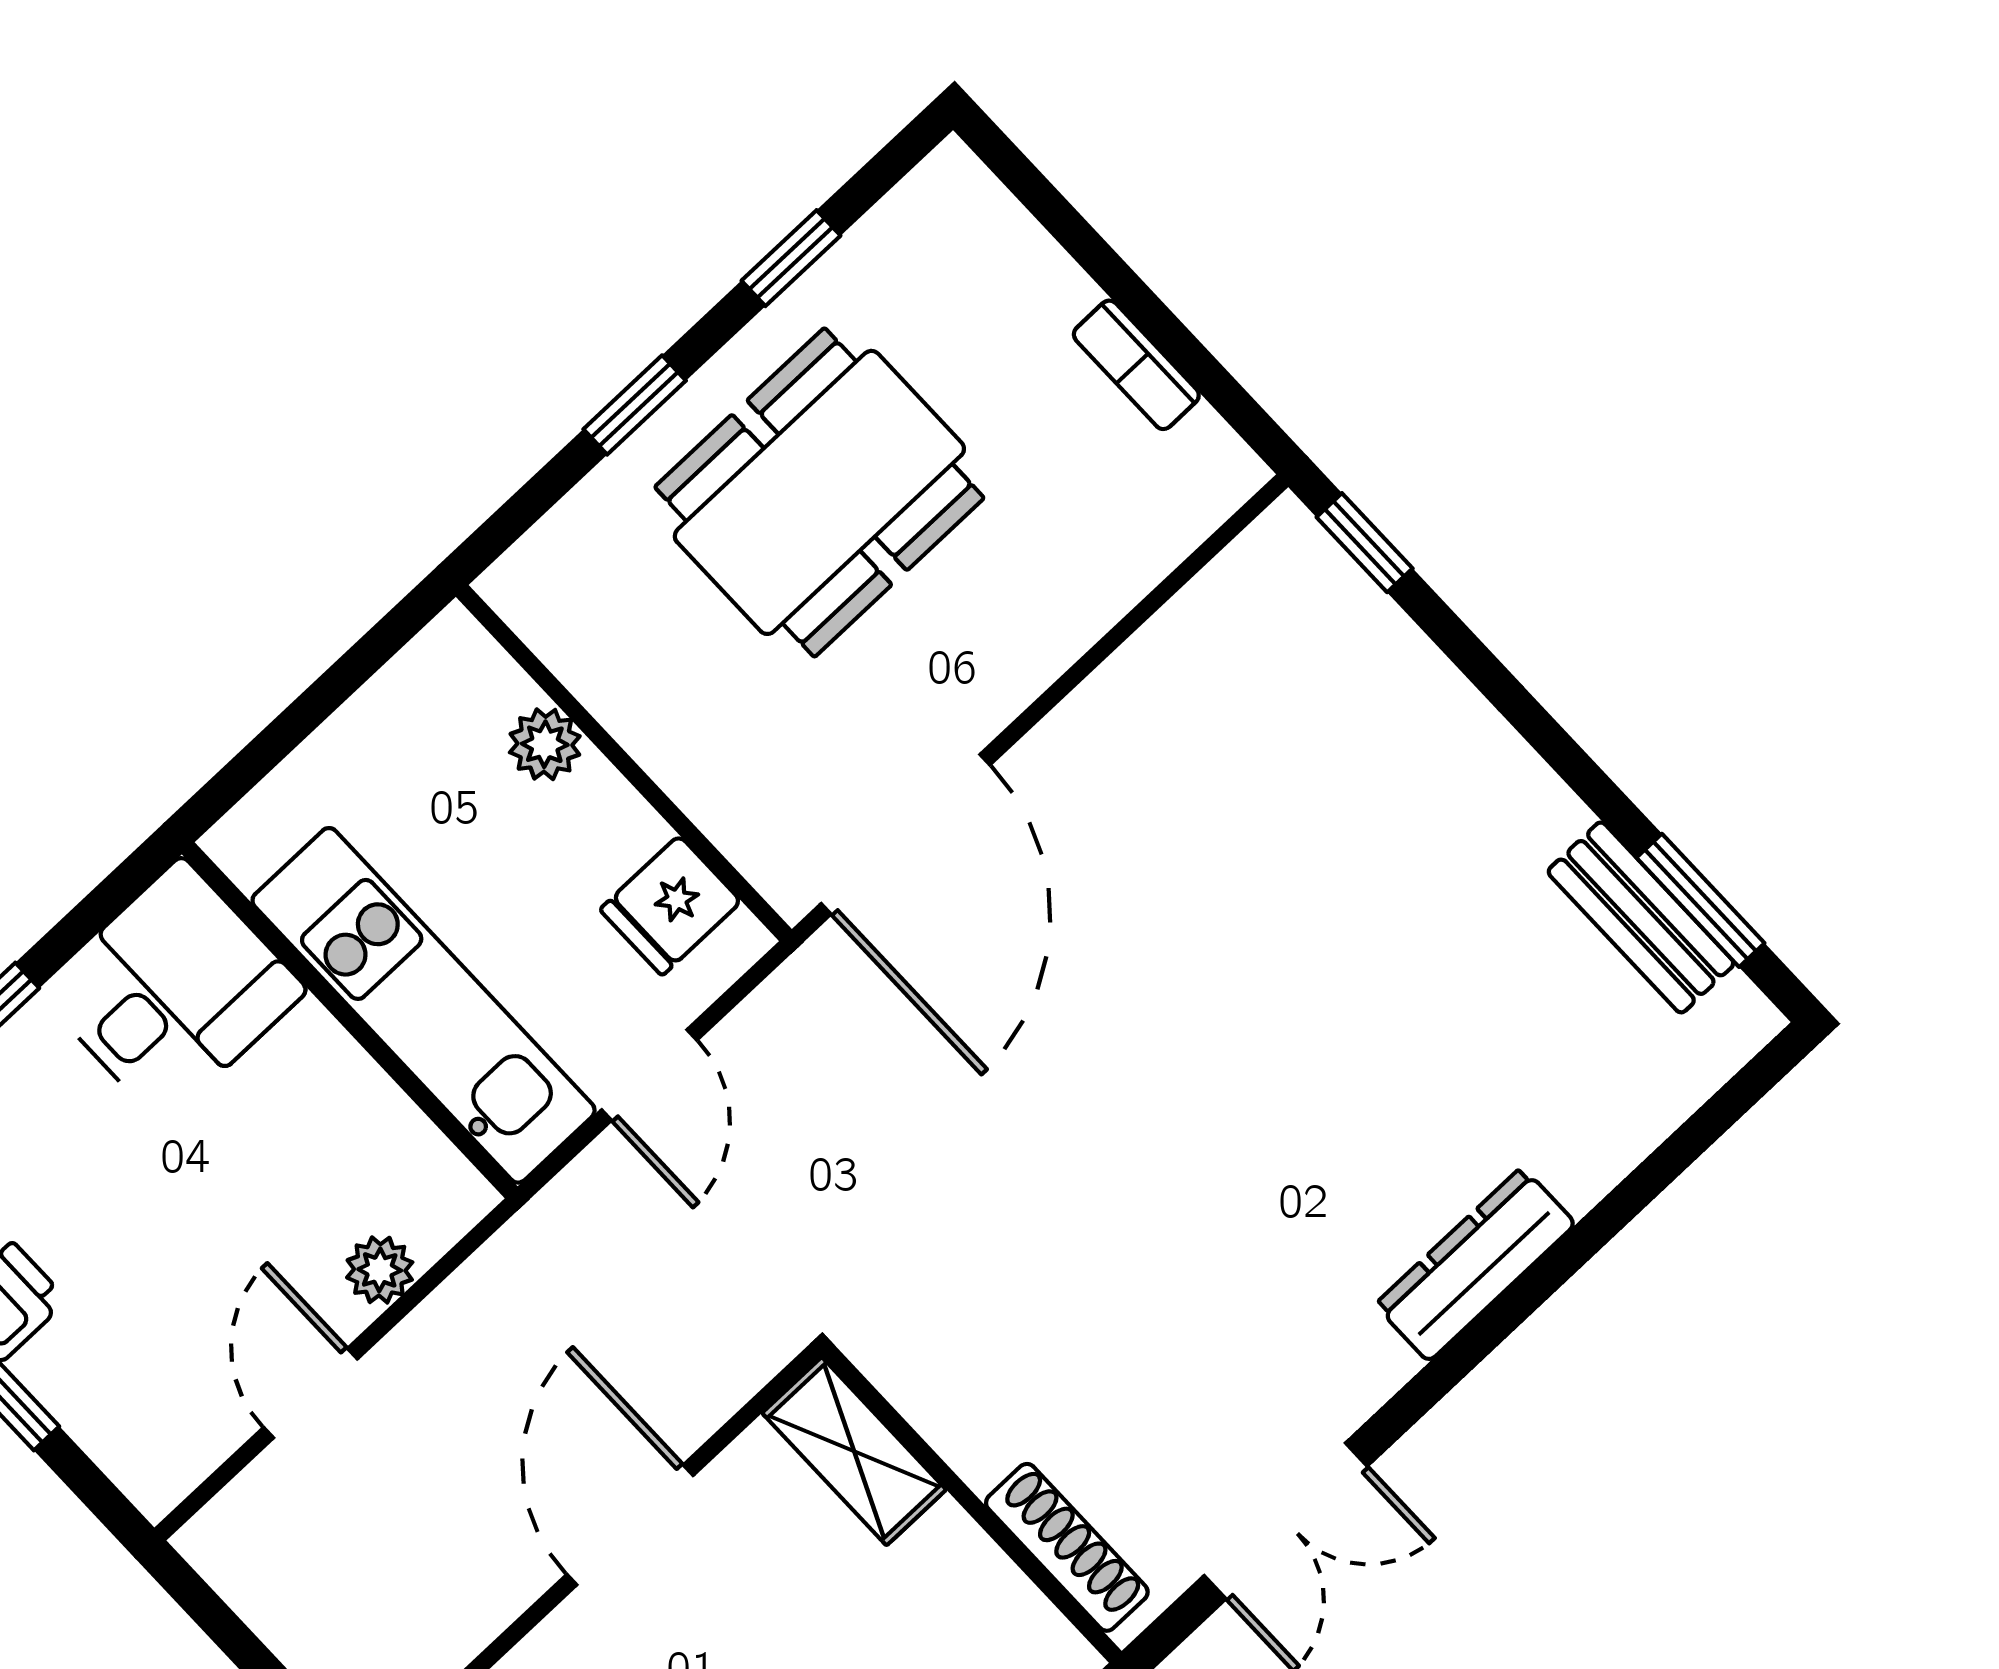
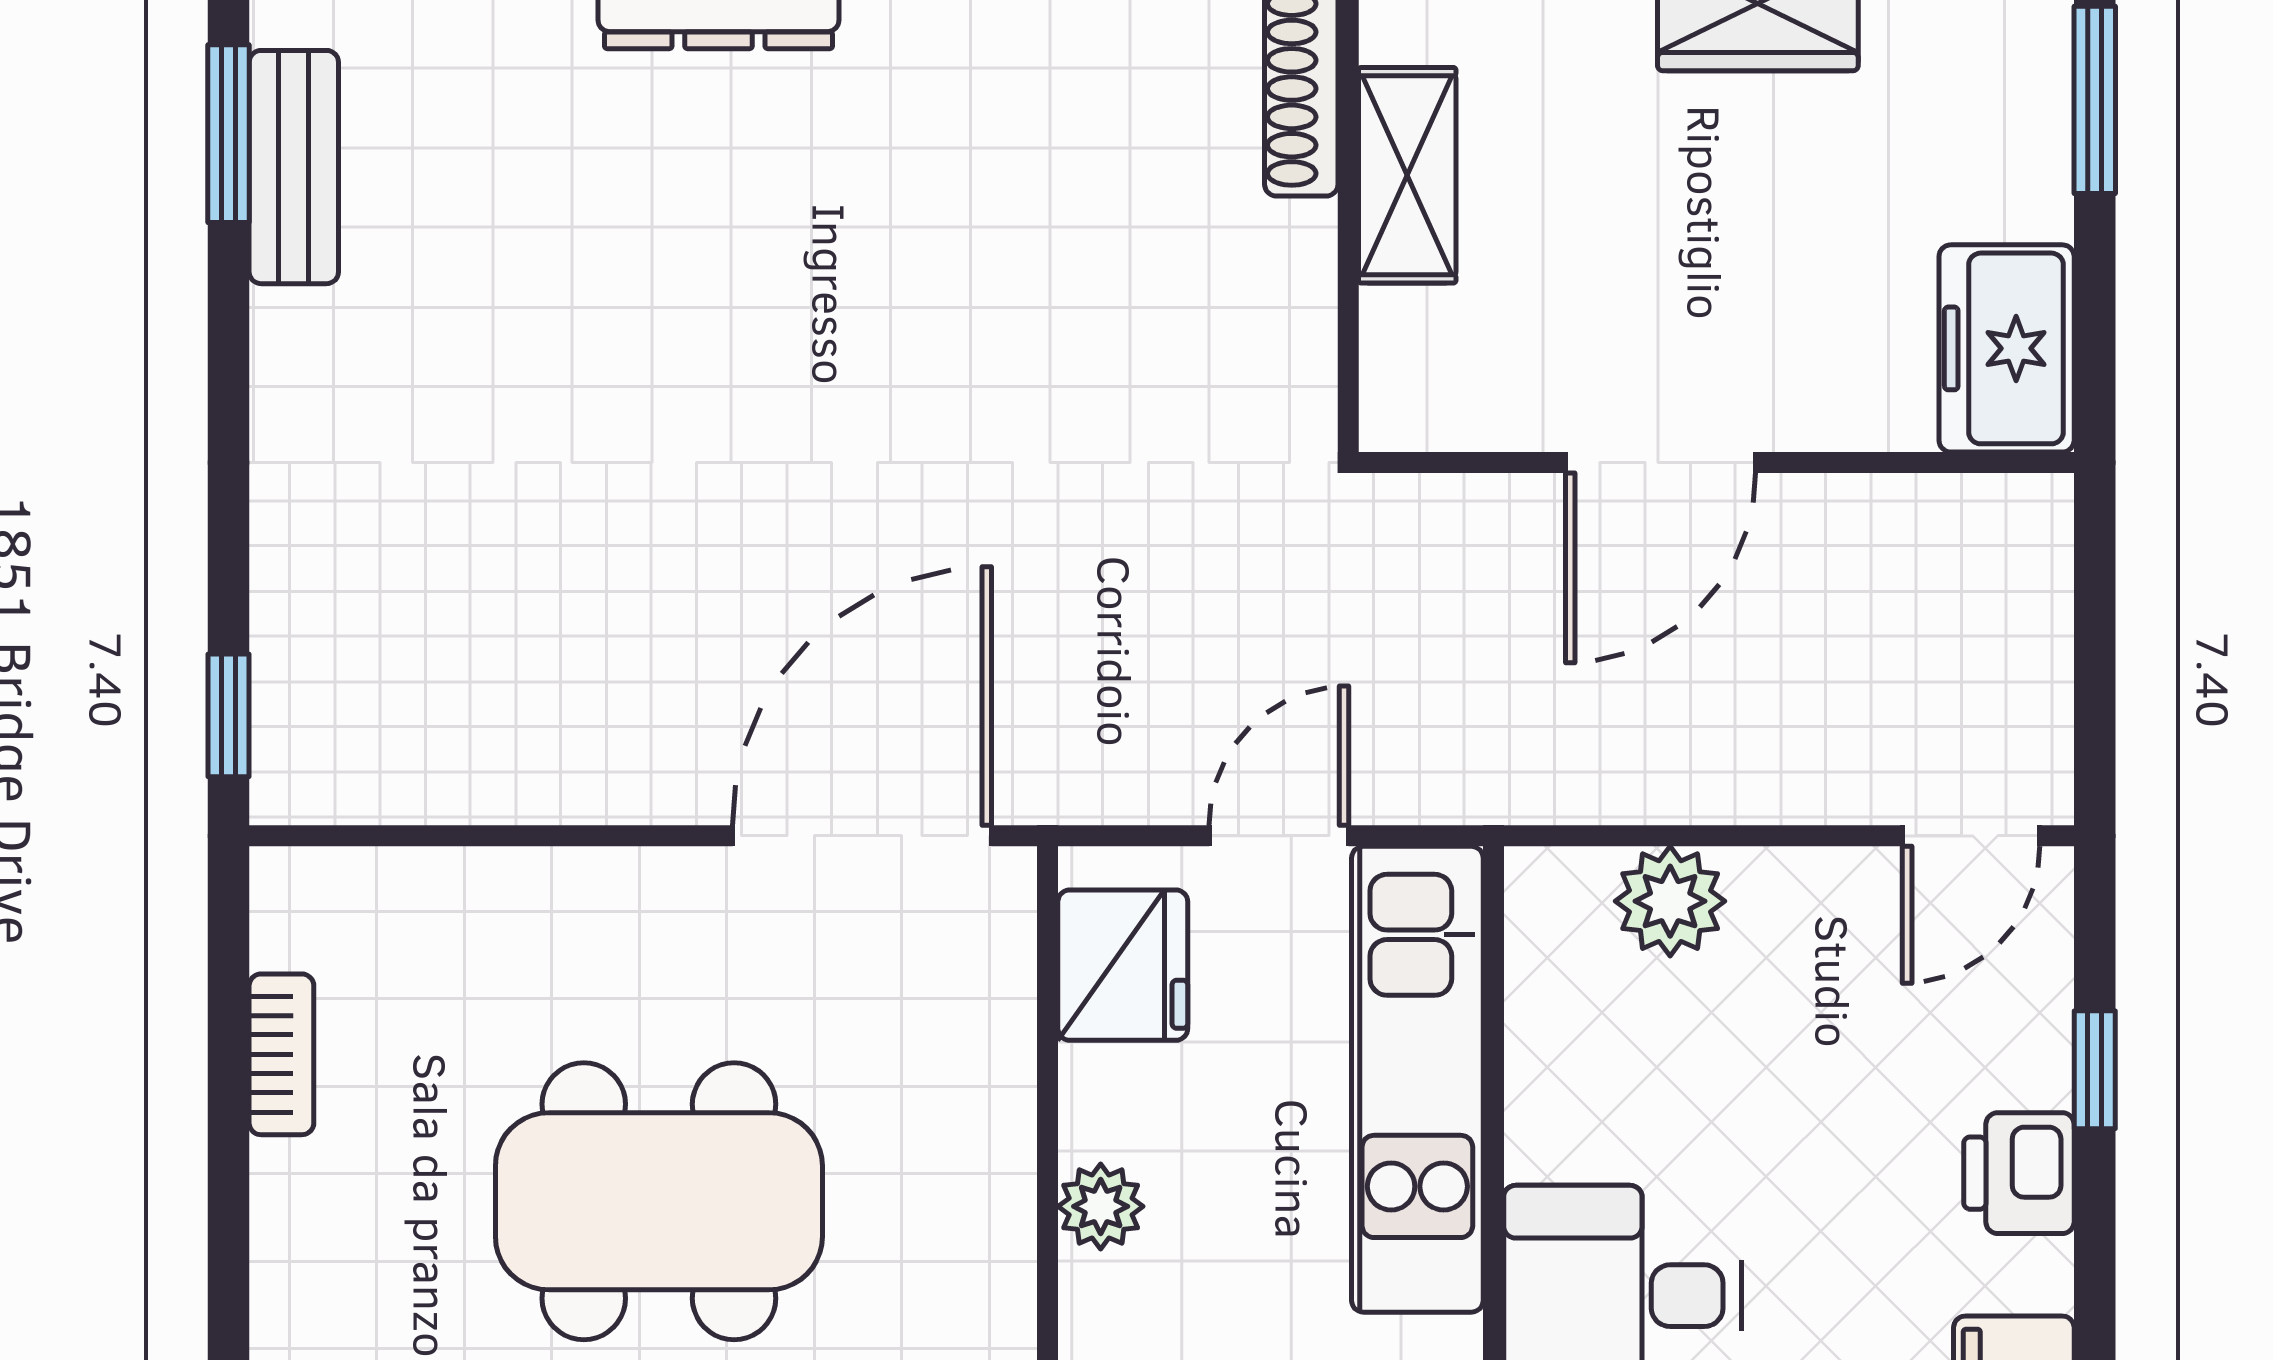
fridge: (671, 905) -> (1123, 965), width x1.38
plant: (380, 1270) -> (1670, 901), width x1.38, depth x1.38
door: (310, 1393) -> (1971, 836), moved
shelving: (854, 1451) -> (1407, 175), moved

